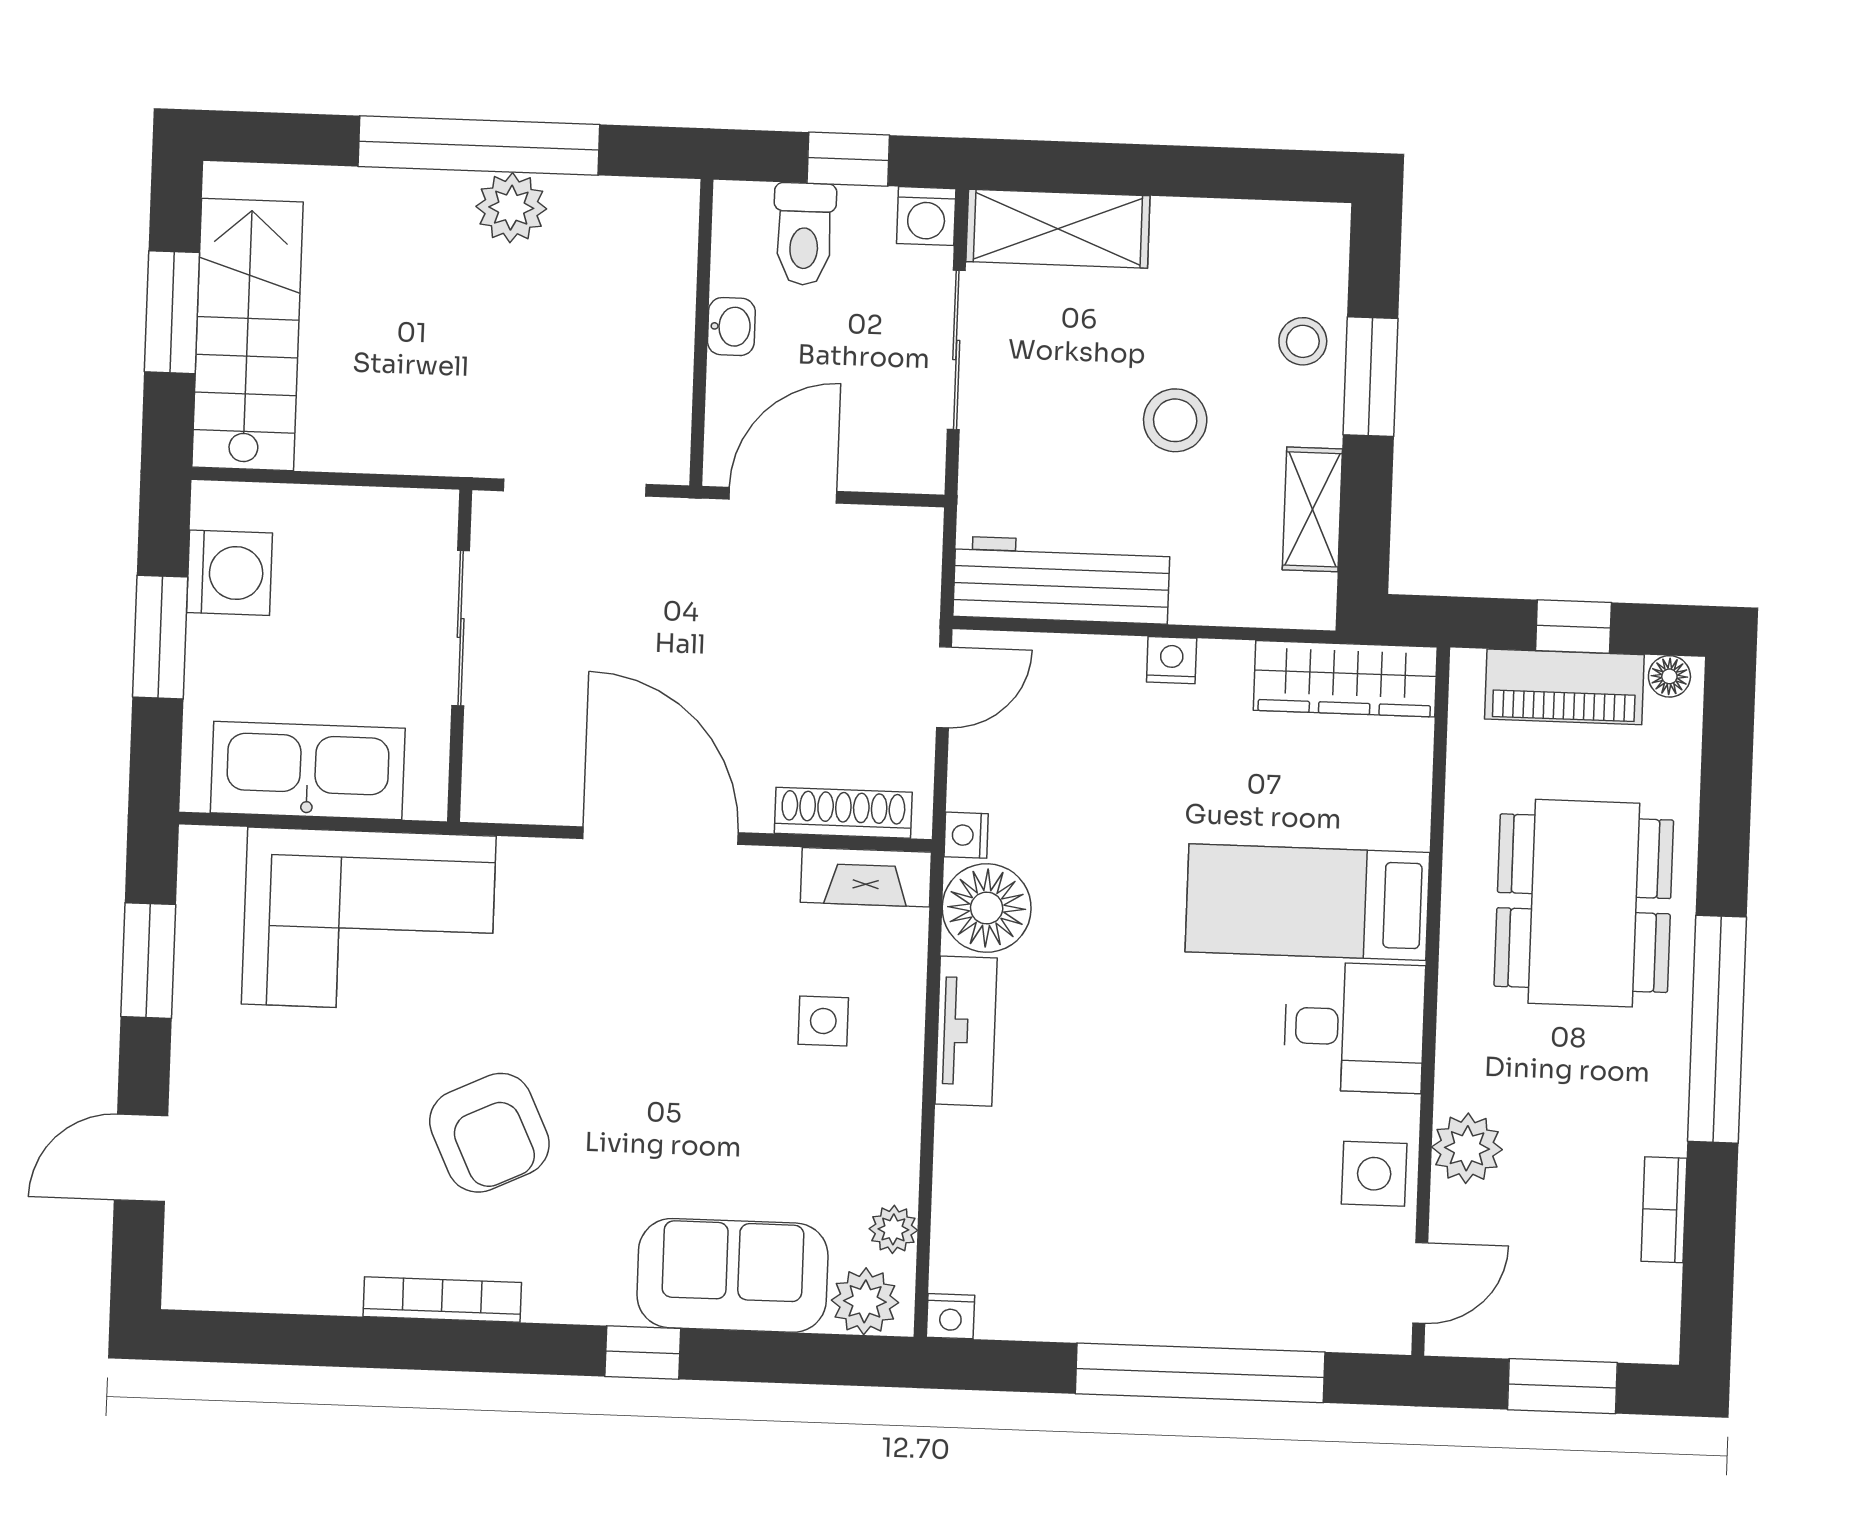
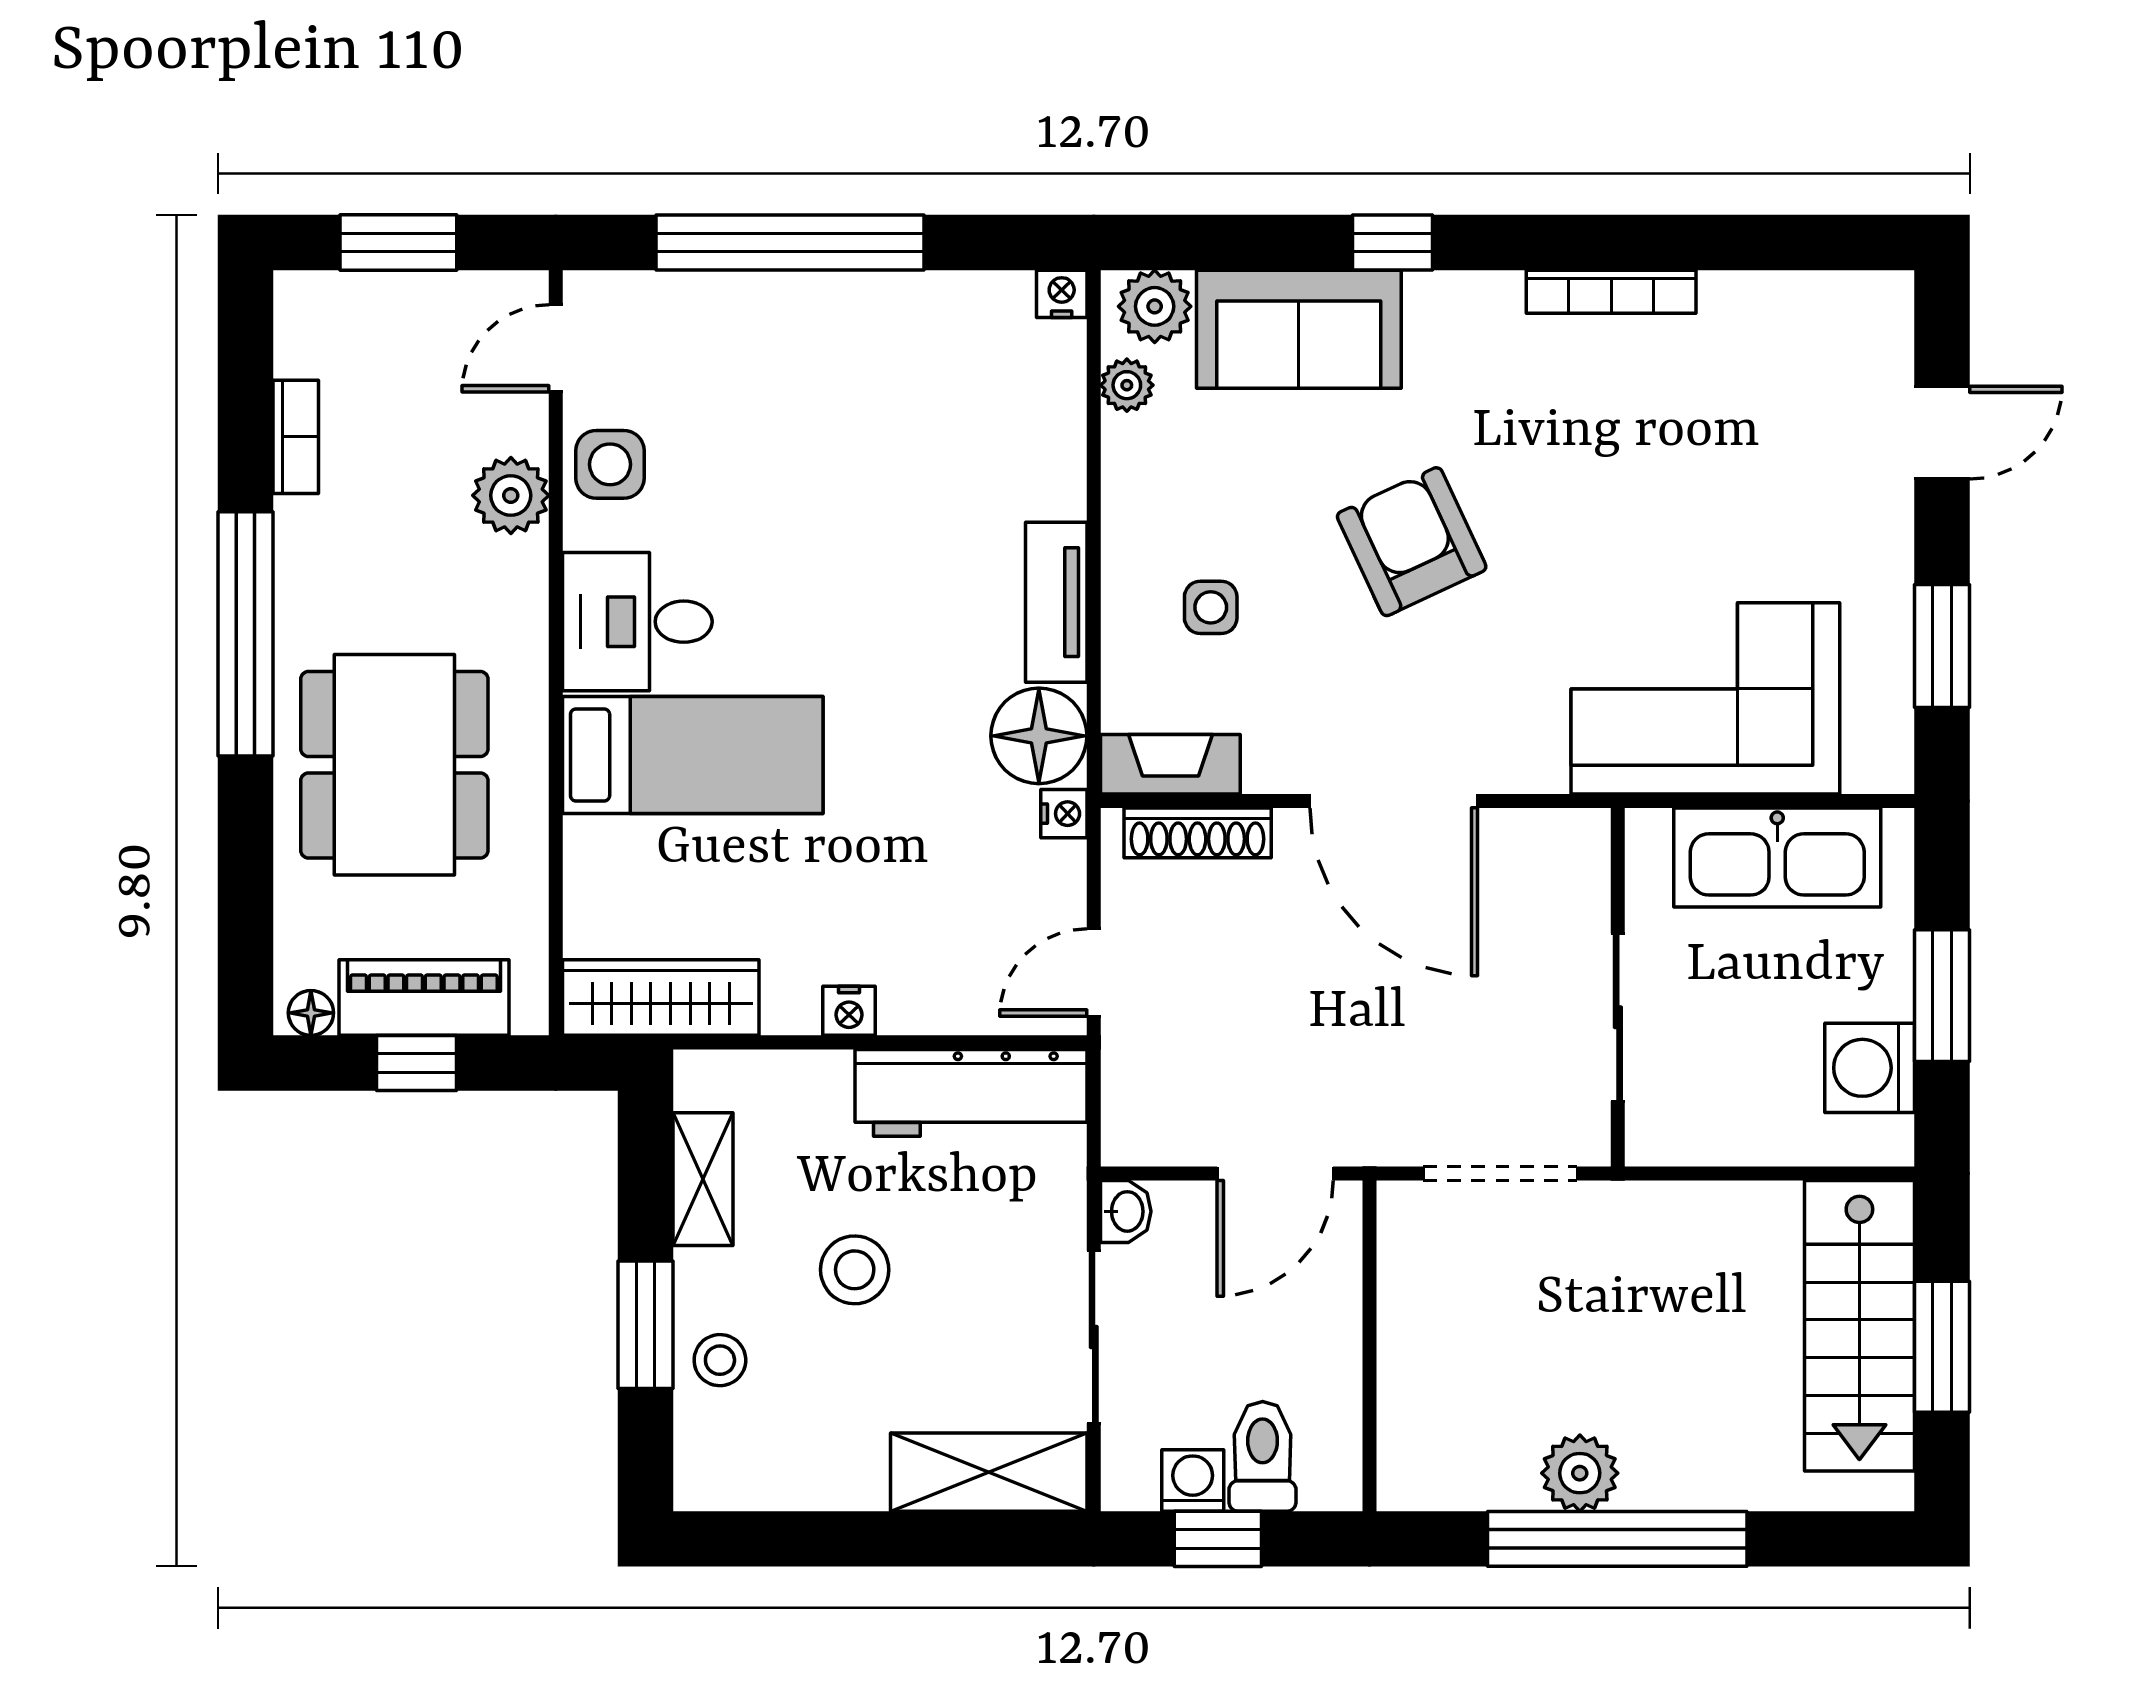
washing machine: (926, 216) -> (1193, 1480), moved
washbasin: (731, 327) -> (1126, 1211), moved, turned 180
armchair: (489, 1133) -> (1412, 542), moved

